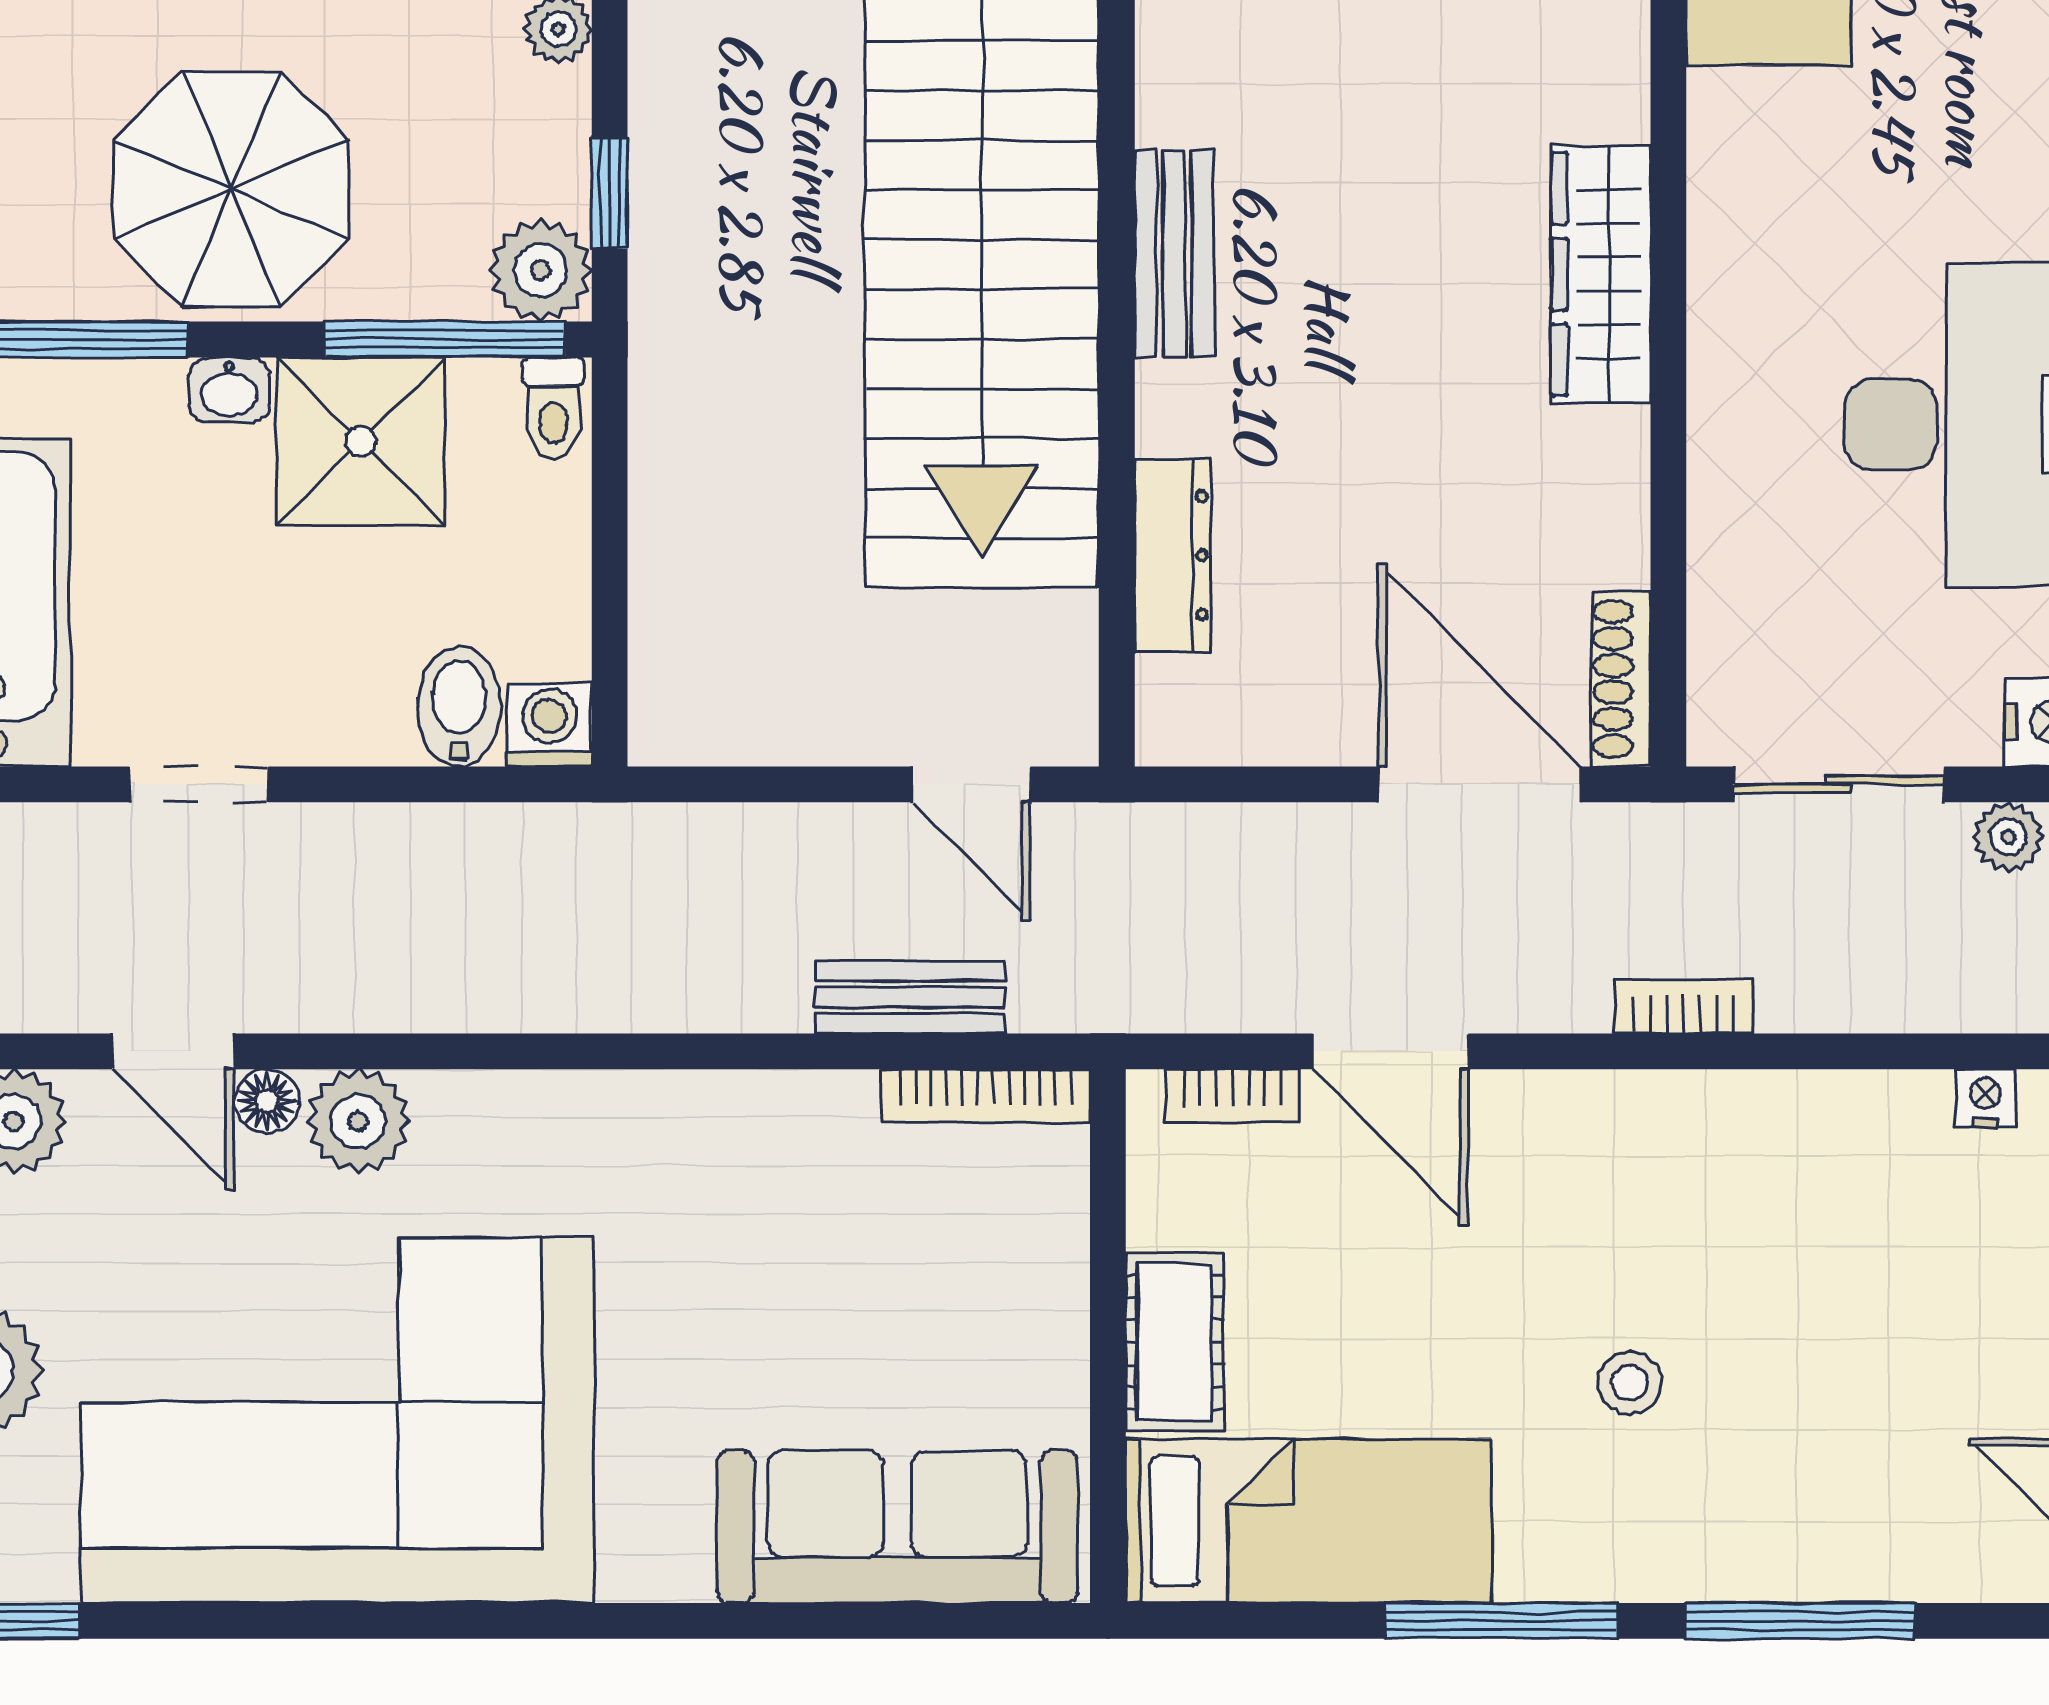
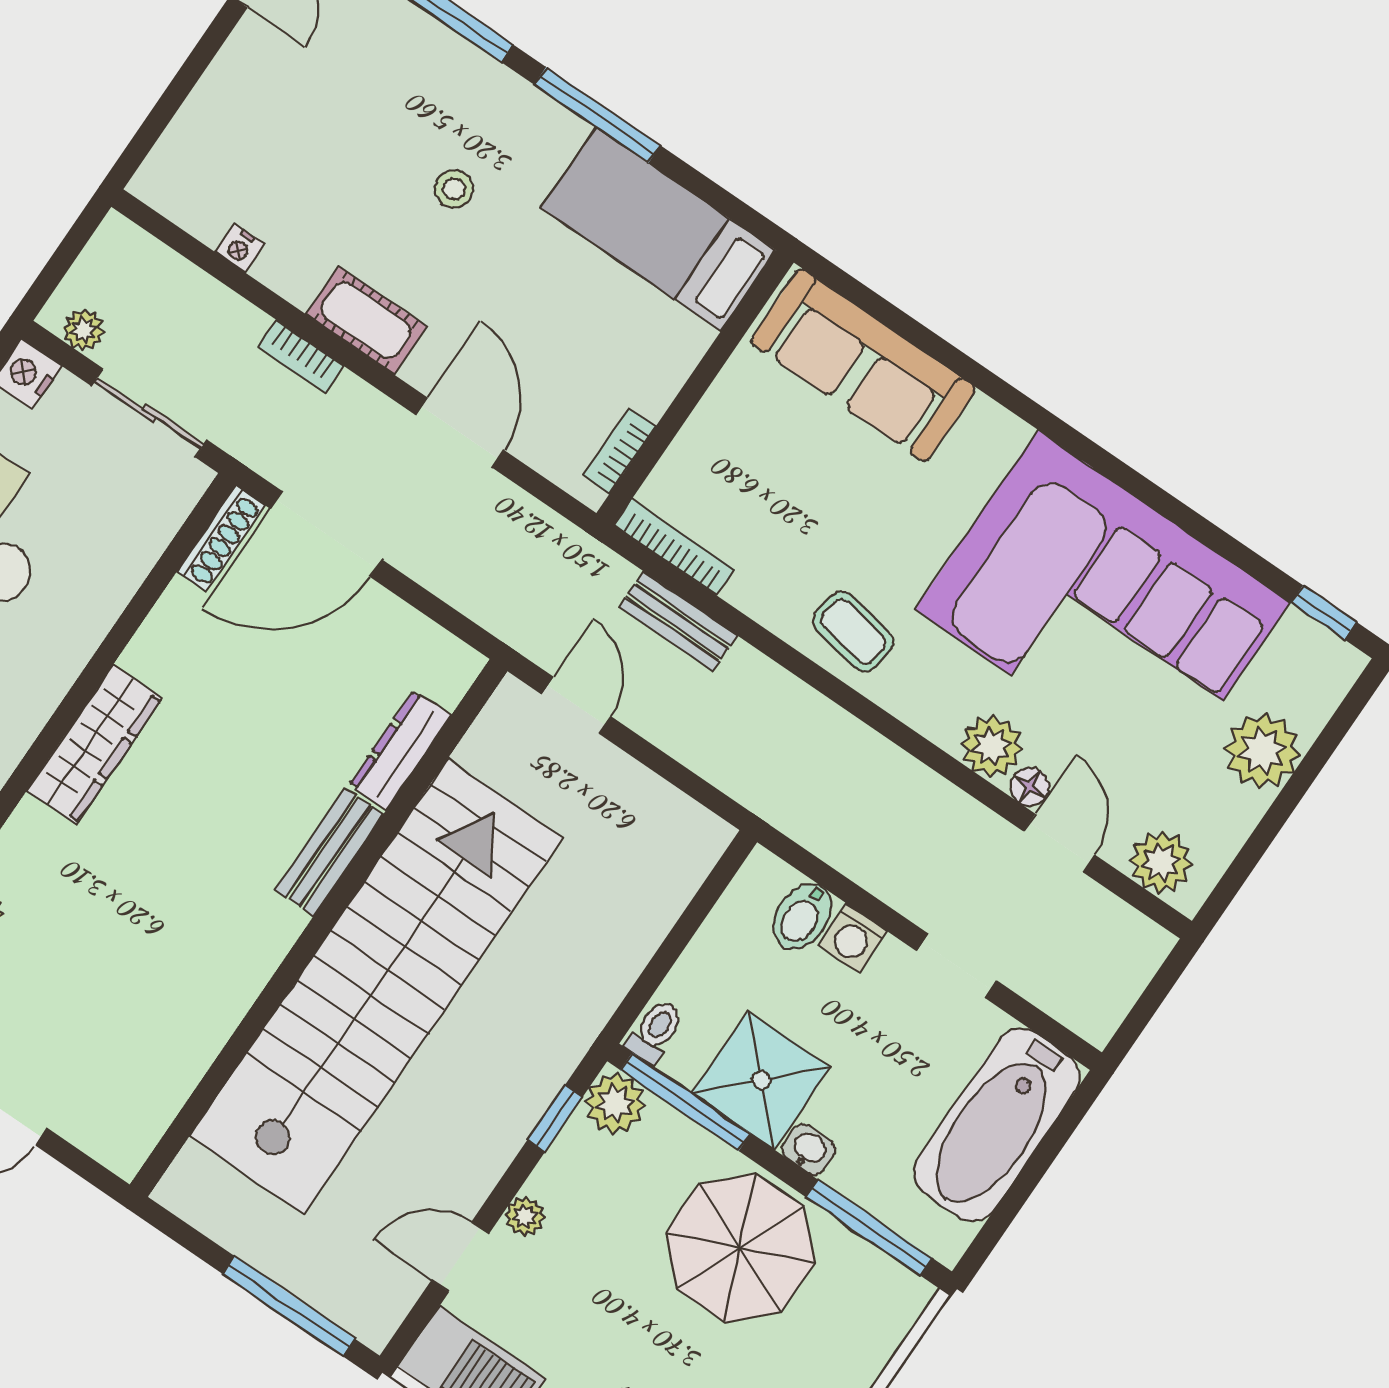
bench: (1174, 254) -> (329, 852), moved
washing machine: (550, 725) -> (853, 938), moved
door: (1480, 784) -> (326, 534), hinge flipped
bookcase: (1232, 1096) -> (619, 451), moved, turned -90
nightstand: (1985, 1098) -> (240, 248), moved
coffee table: (659, 1149) -> (853, 632), added
cot: (1174, 1342) -> (366, 320), moved, turned 90

